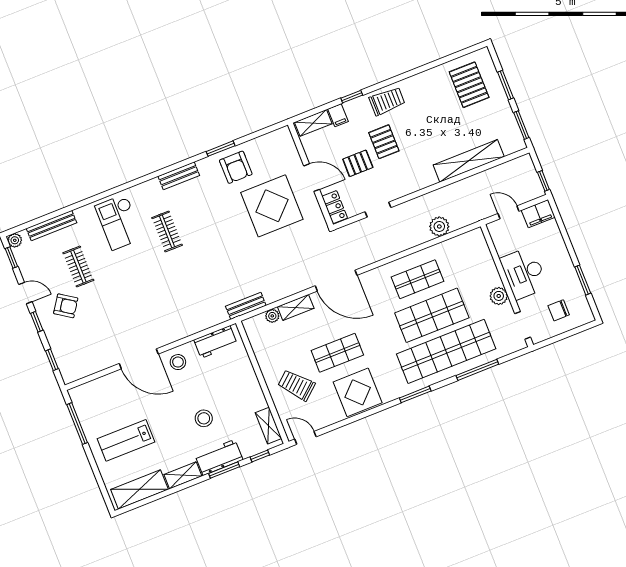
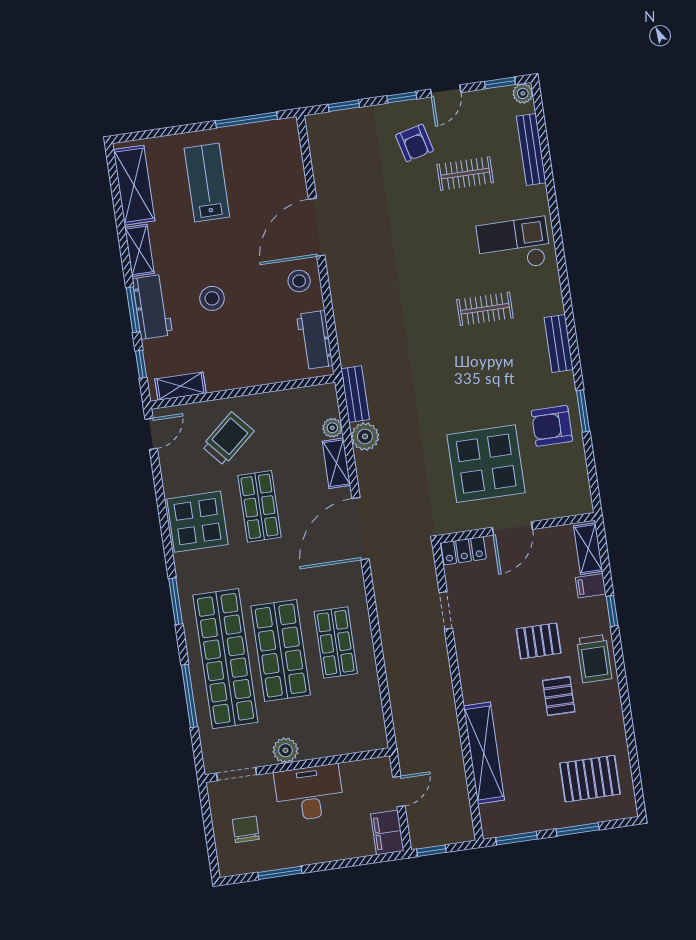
pallet: (358, 163) -> (559, 696), moved
plant: (439, 226) -> (365, 436), moved
armchair: (66, 306) -> (415, 143), turned -48

